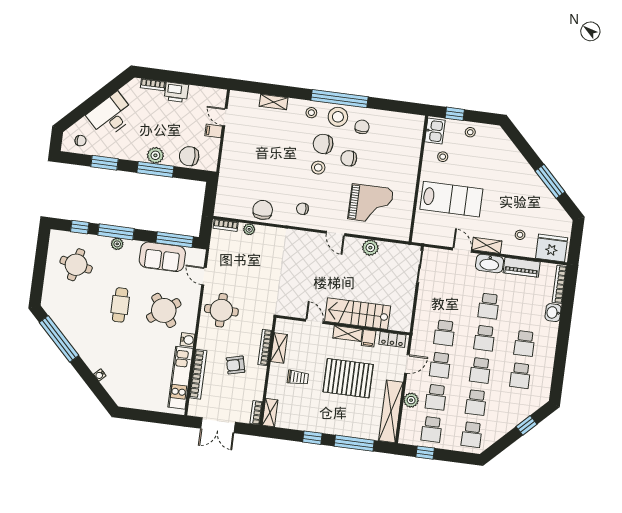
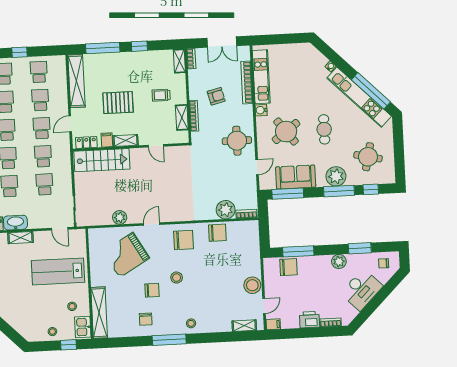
window: (340, 99) -> (169, 340), width x0.68
shelving: (274, 102) -> (244, 326), moved
door: (225, 117) -> (264, 306), hinge flipped
stool: (338, 117) -> (252, 285), moved
filing cabinet: (214, 131) -> (273, 324), moved
chair: (323, 144) -> (176, 299), removed
shelving: (413, 144) -> (99, 313), added
plant: (155, 155) -> (339, 261), moved
window: (155, 169) -> (298, 251), moved
grand piano: (371, 204) -> (126, 255), turned -30
chair: (302, 209) -> (184, 240), width x1.87, depth x1.87
chair: (263, 210) -> (217, 233), turned -90
plant: (249, 229) -> (226, 210), width x1.87, depth x1.87
door: (335, 233) -> (152, 224), hinge flipped
plant: (117, 244) -> (336, 176), width x1.87, depth x1.87
door: (462, 250) -> (60, 229), moved
door: (204, 276) -> (257, 167), hinge flipped
school desk: (449, 301) -> (44, 184), added
stairs: (358, 314) -> (102, 160), moved
kitchen unit: (74, 334) -> (359, 97), added
pallet: (348, 378) -> (118, 103), width x0.73, depth x0.71
plant: (411, 400) -> (61, 94), removed
double door: (218, 425) -> (222, 42), swing flipped
window: (425, 453) -> (19, 52), moved

